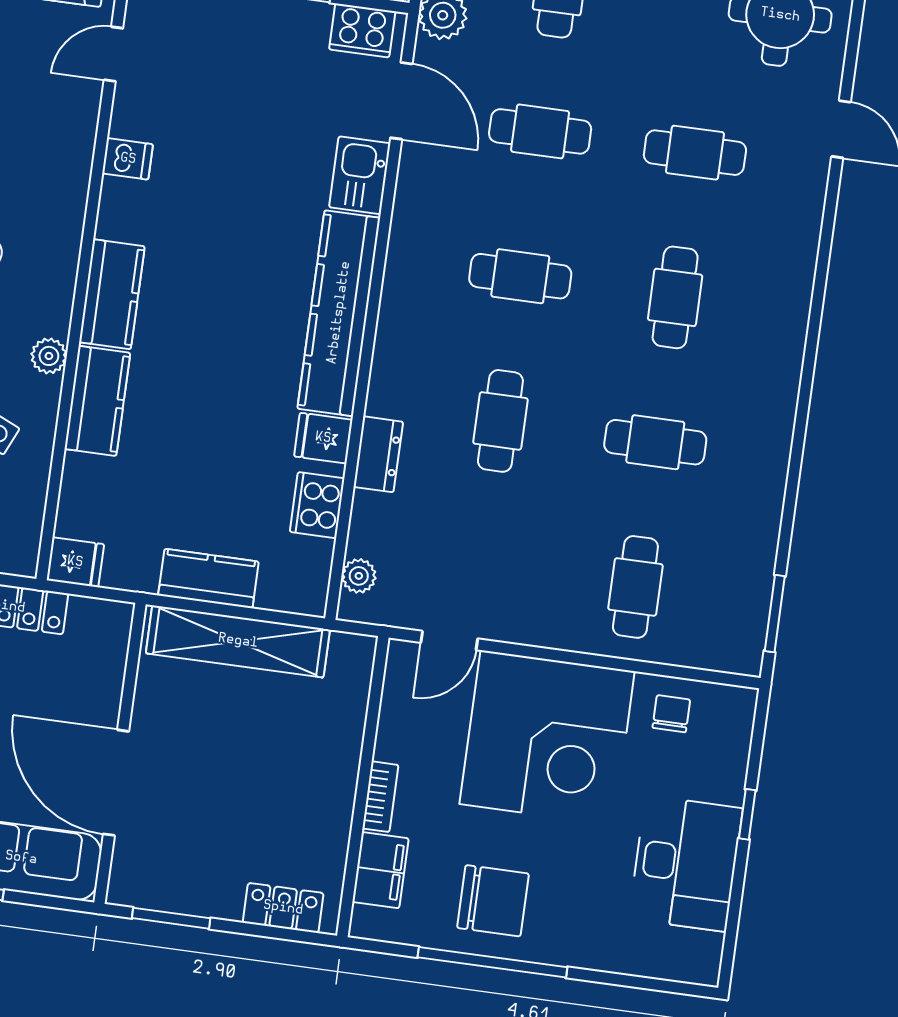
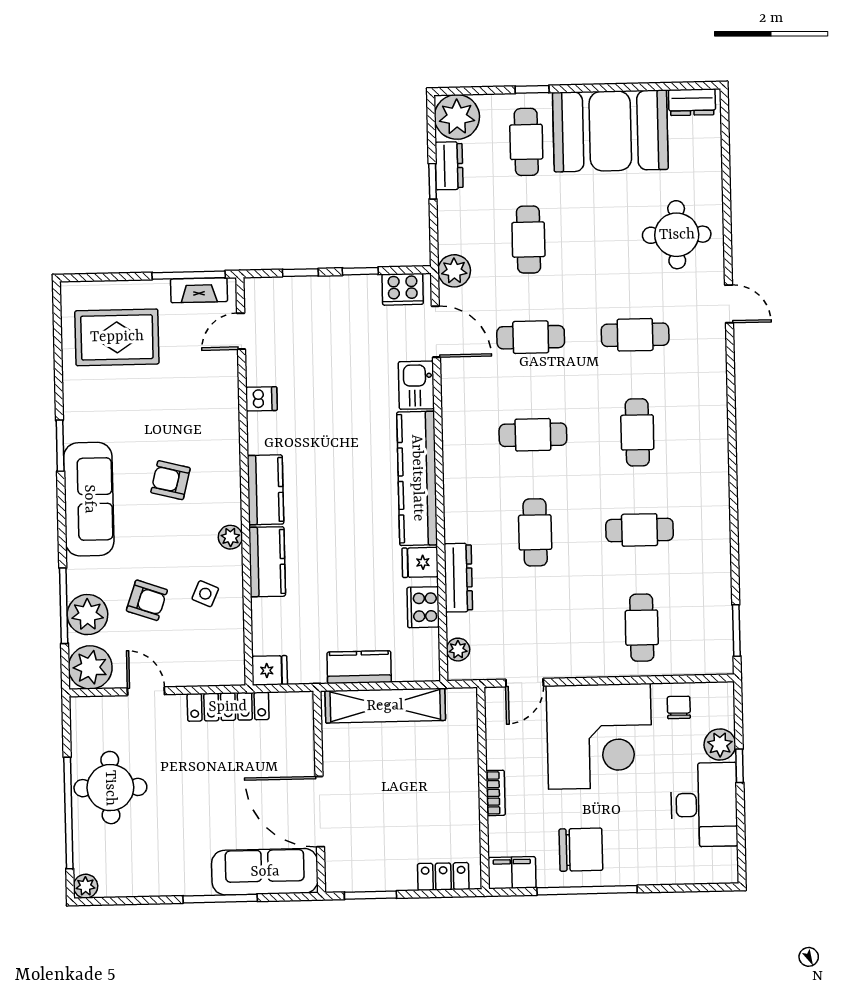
dresser: (378, 454) -> (458, 578), width x1.44
plant: (723, 778) -> (720, 744), added
filing cabinet: (380, 870) -> (512, 873), moved, turned -90

